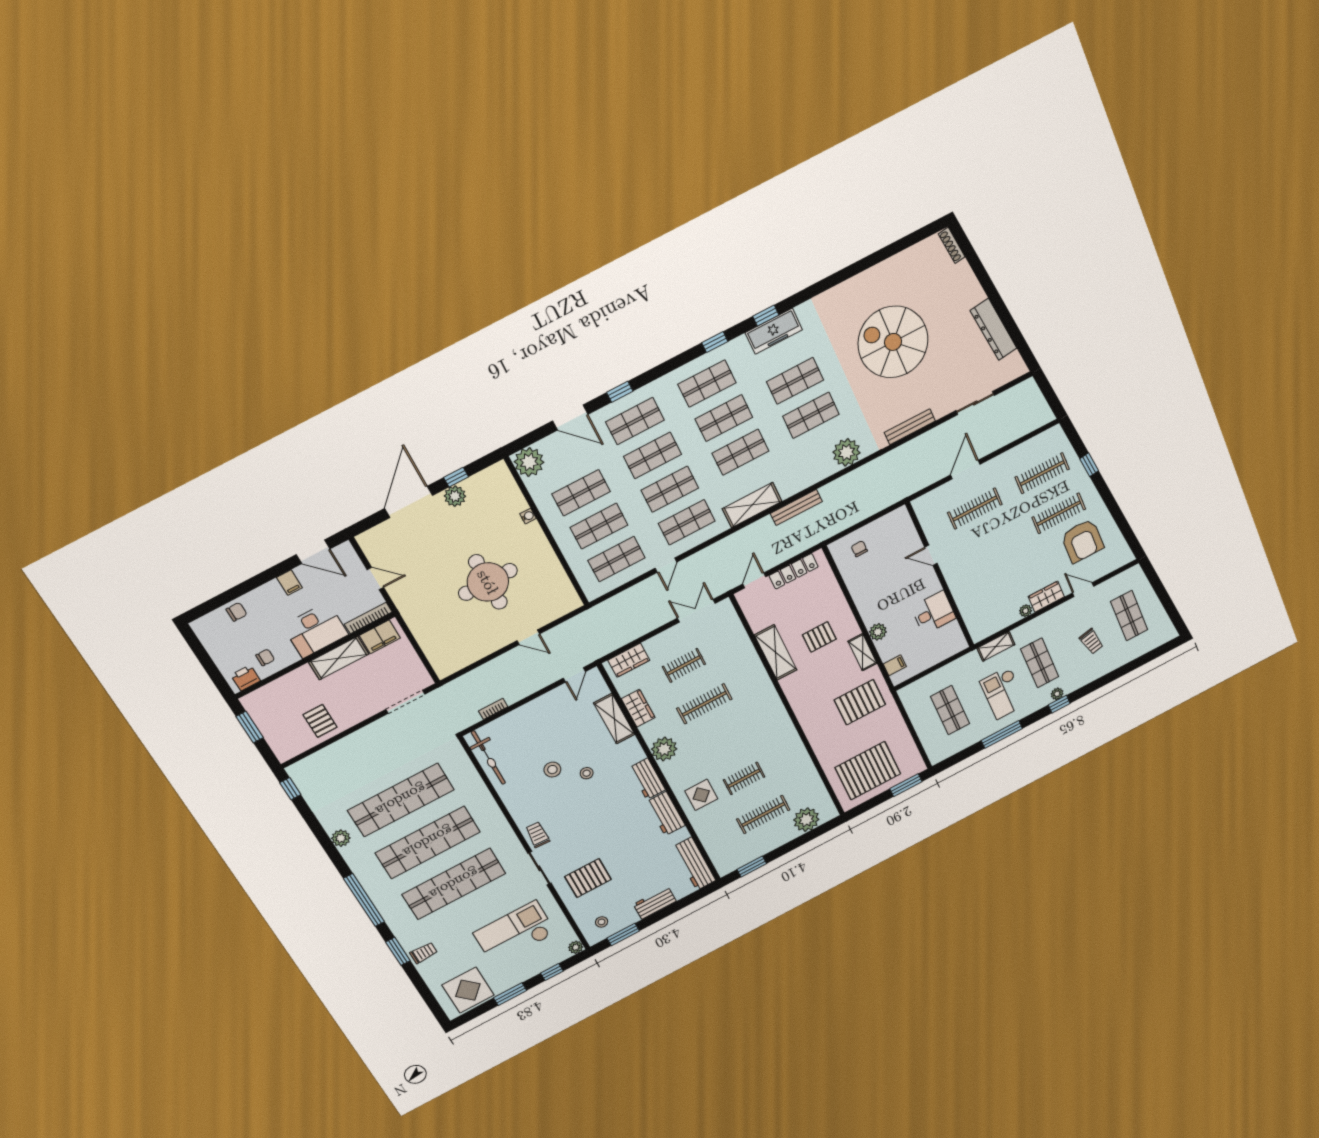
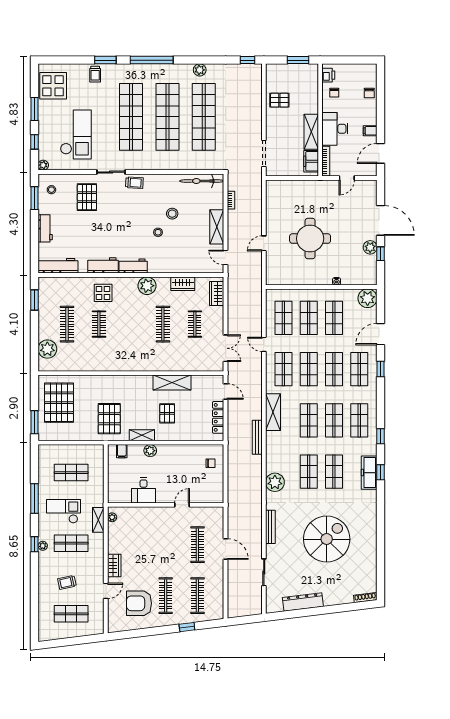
plant: (1026, 611) -> (112, 517), moved
shelving: (614, 719) -> (217, 227), moved, turned 90

